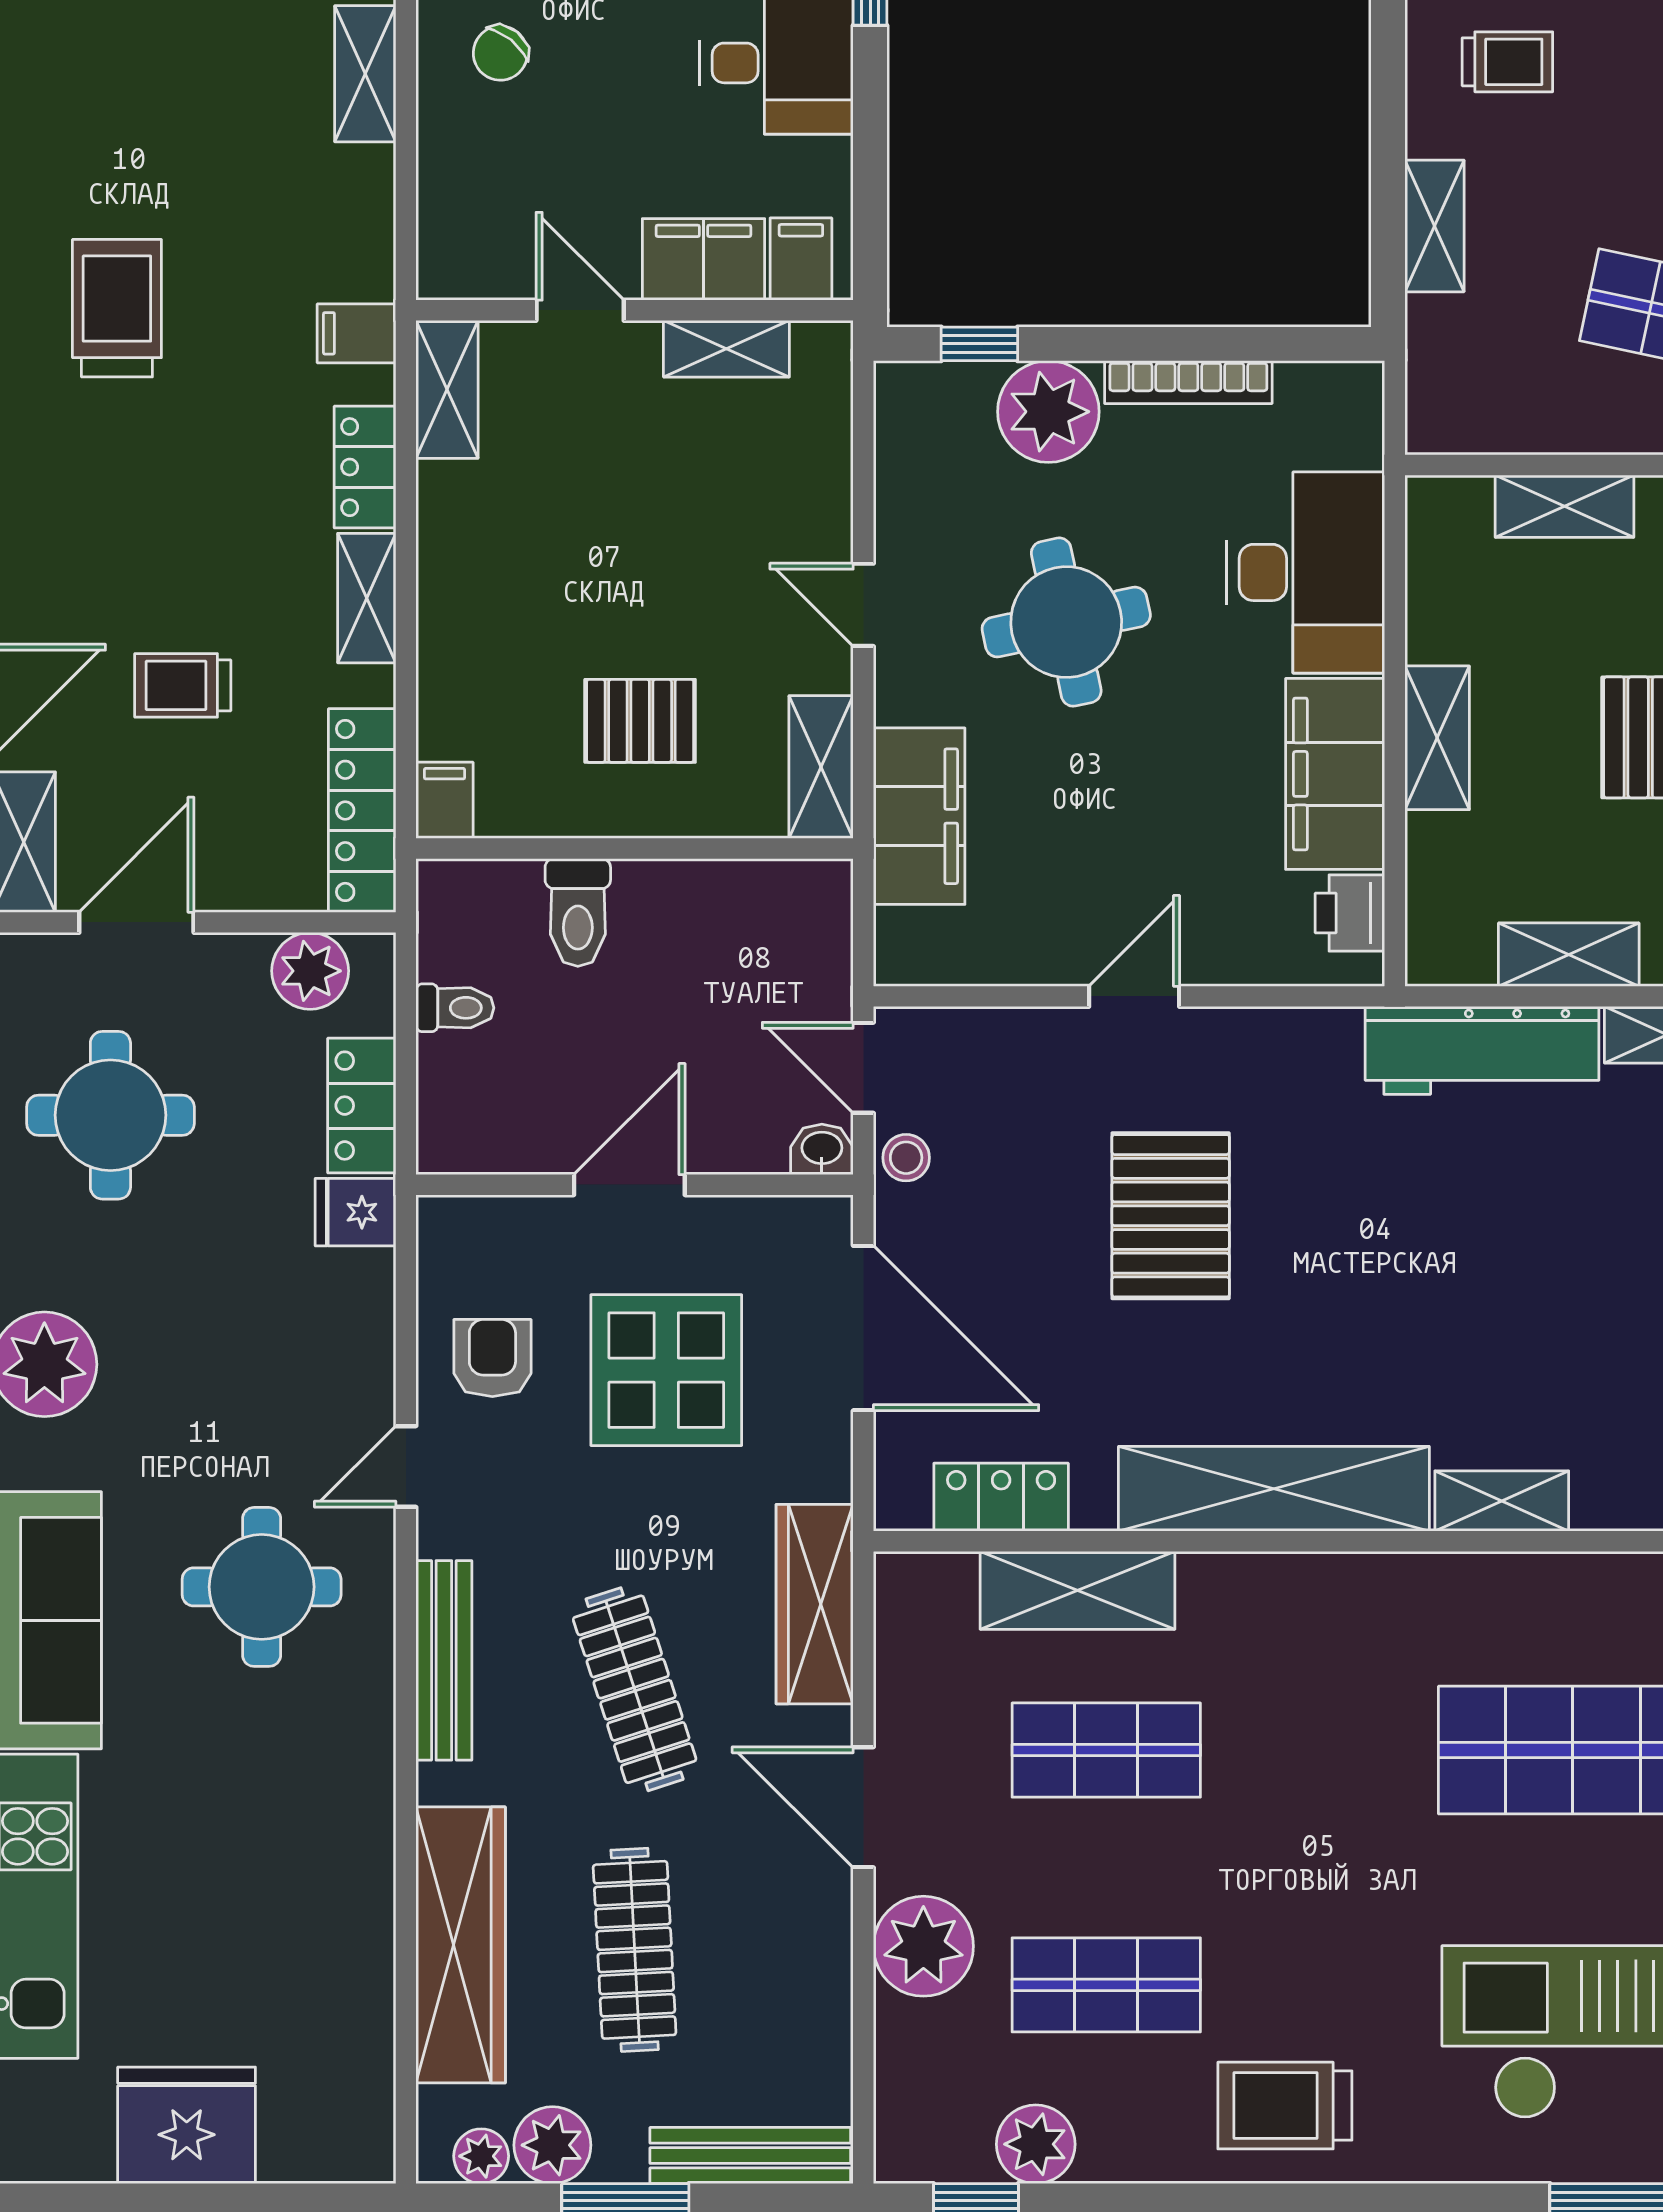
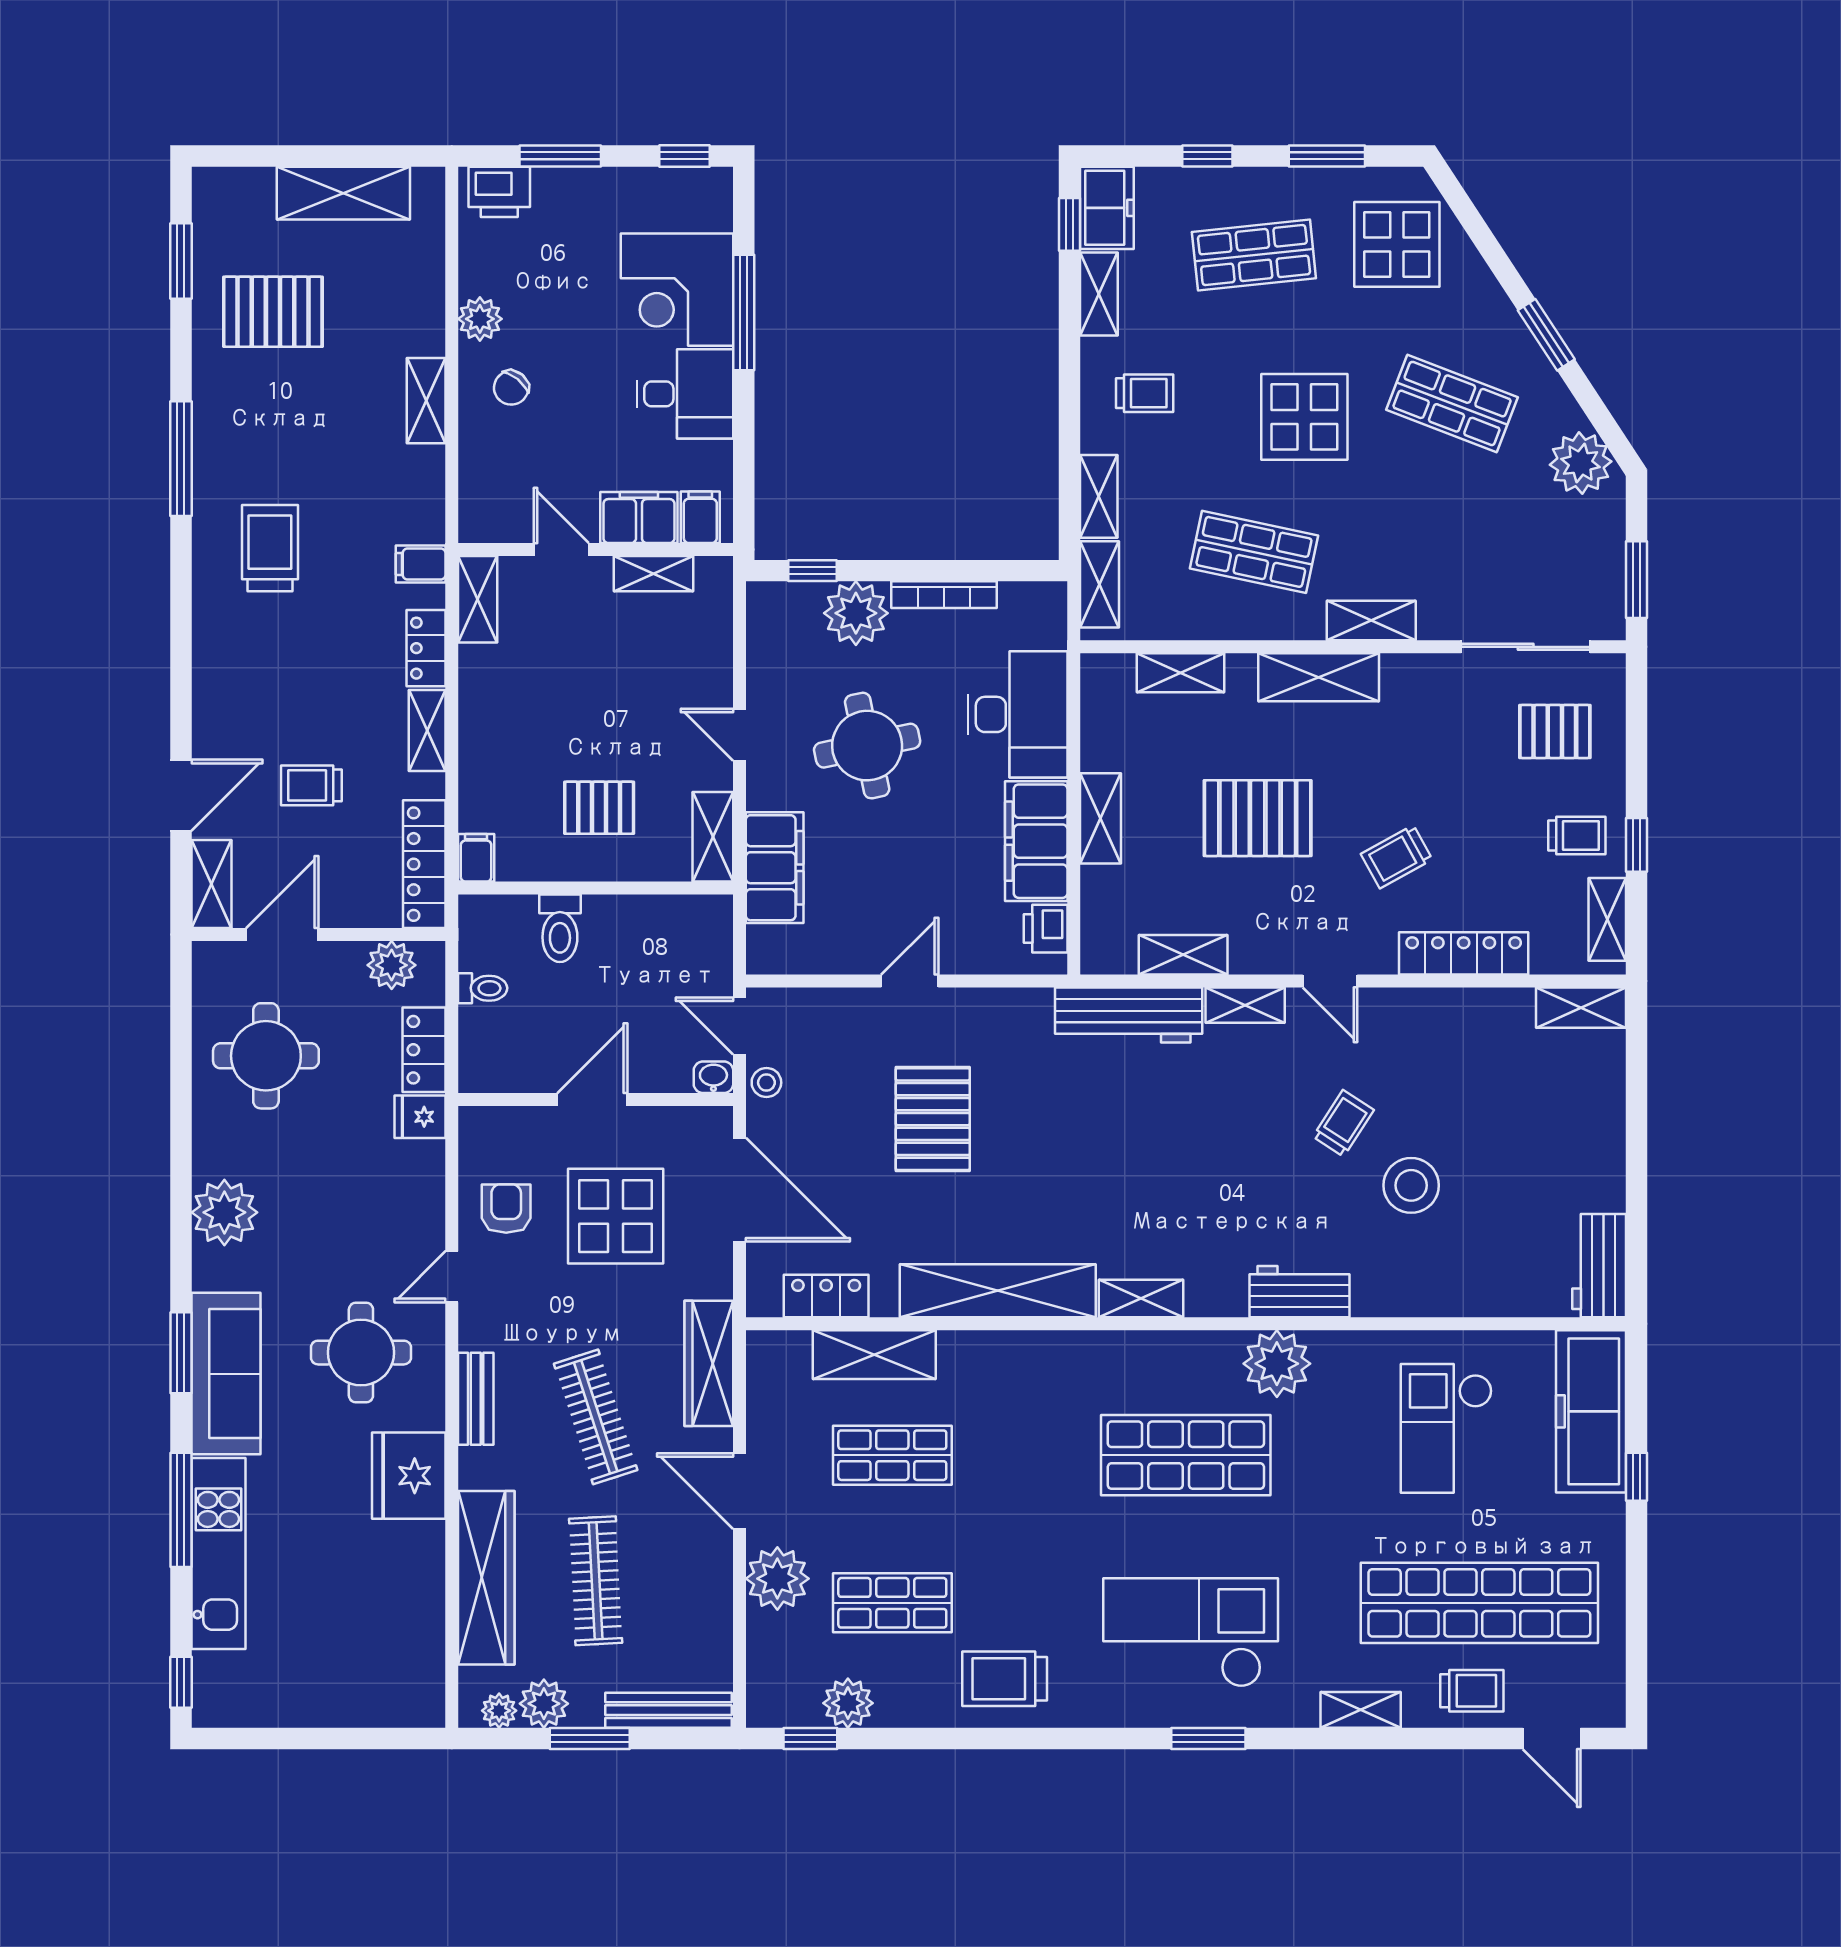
shelving: (1436, 366) -> (1100, 584), added
bench: (444, 1660) -> (476, 1399), width x0.73
fridge: (187, 2125) -> (409, 1476), moved, turned -90

